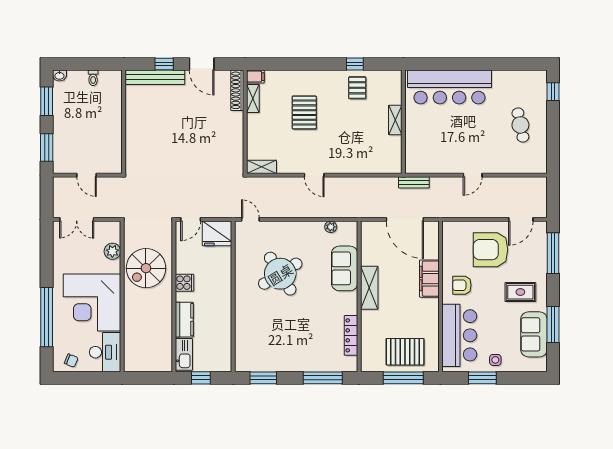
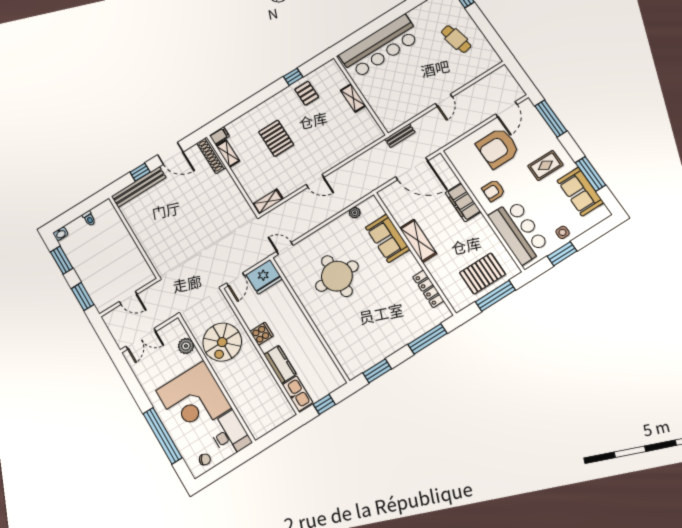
round table: (280, 274) -> (337, 276), turned 32

